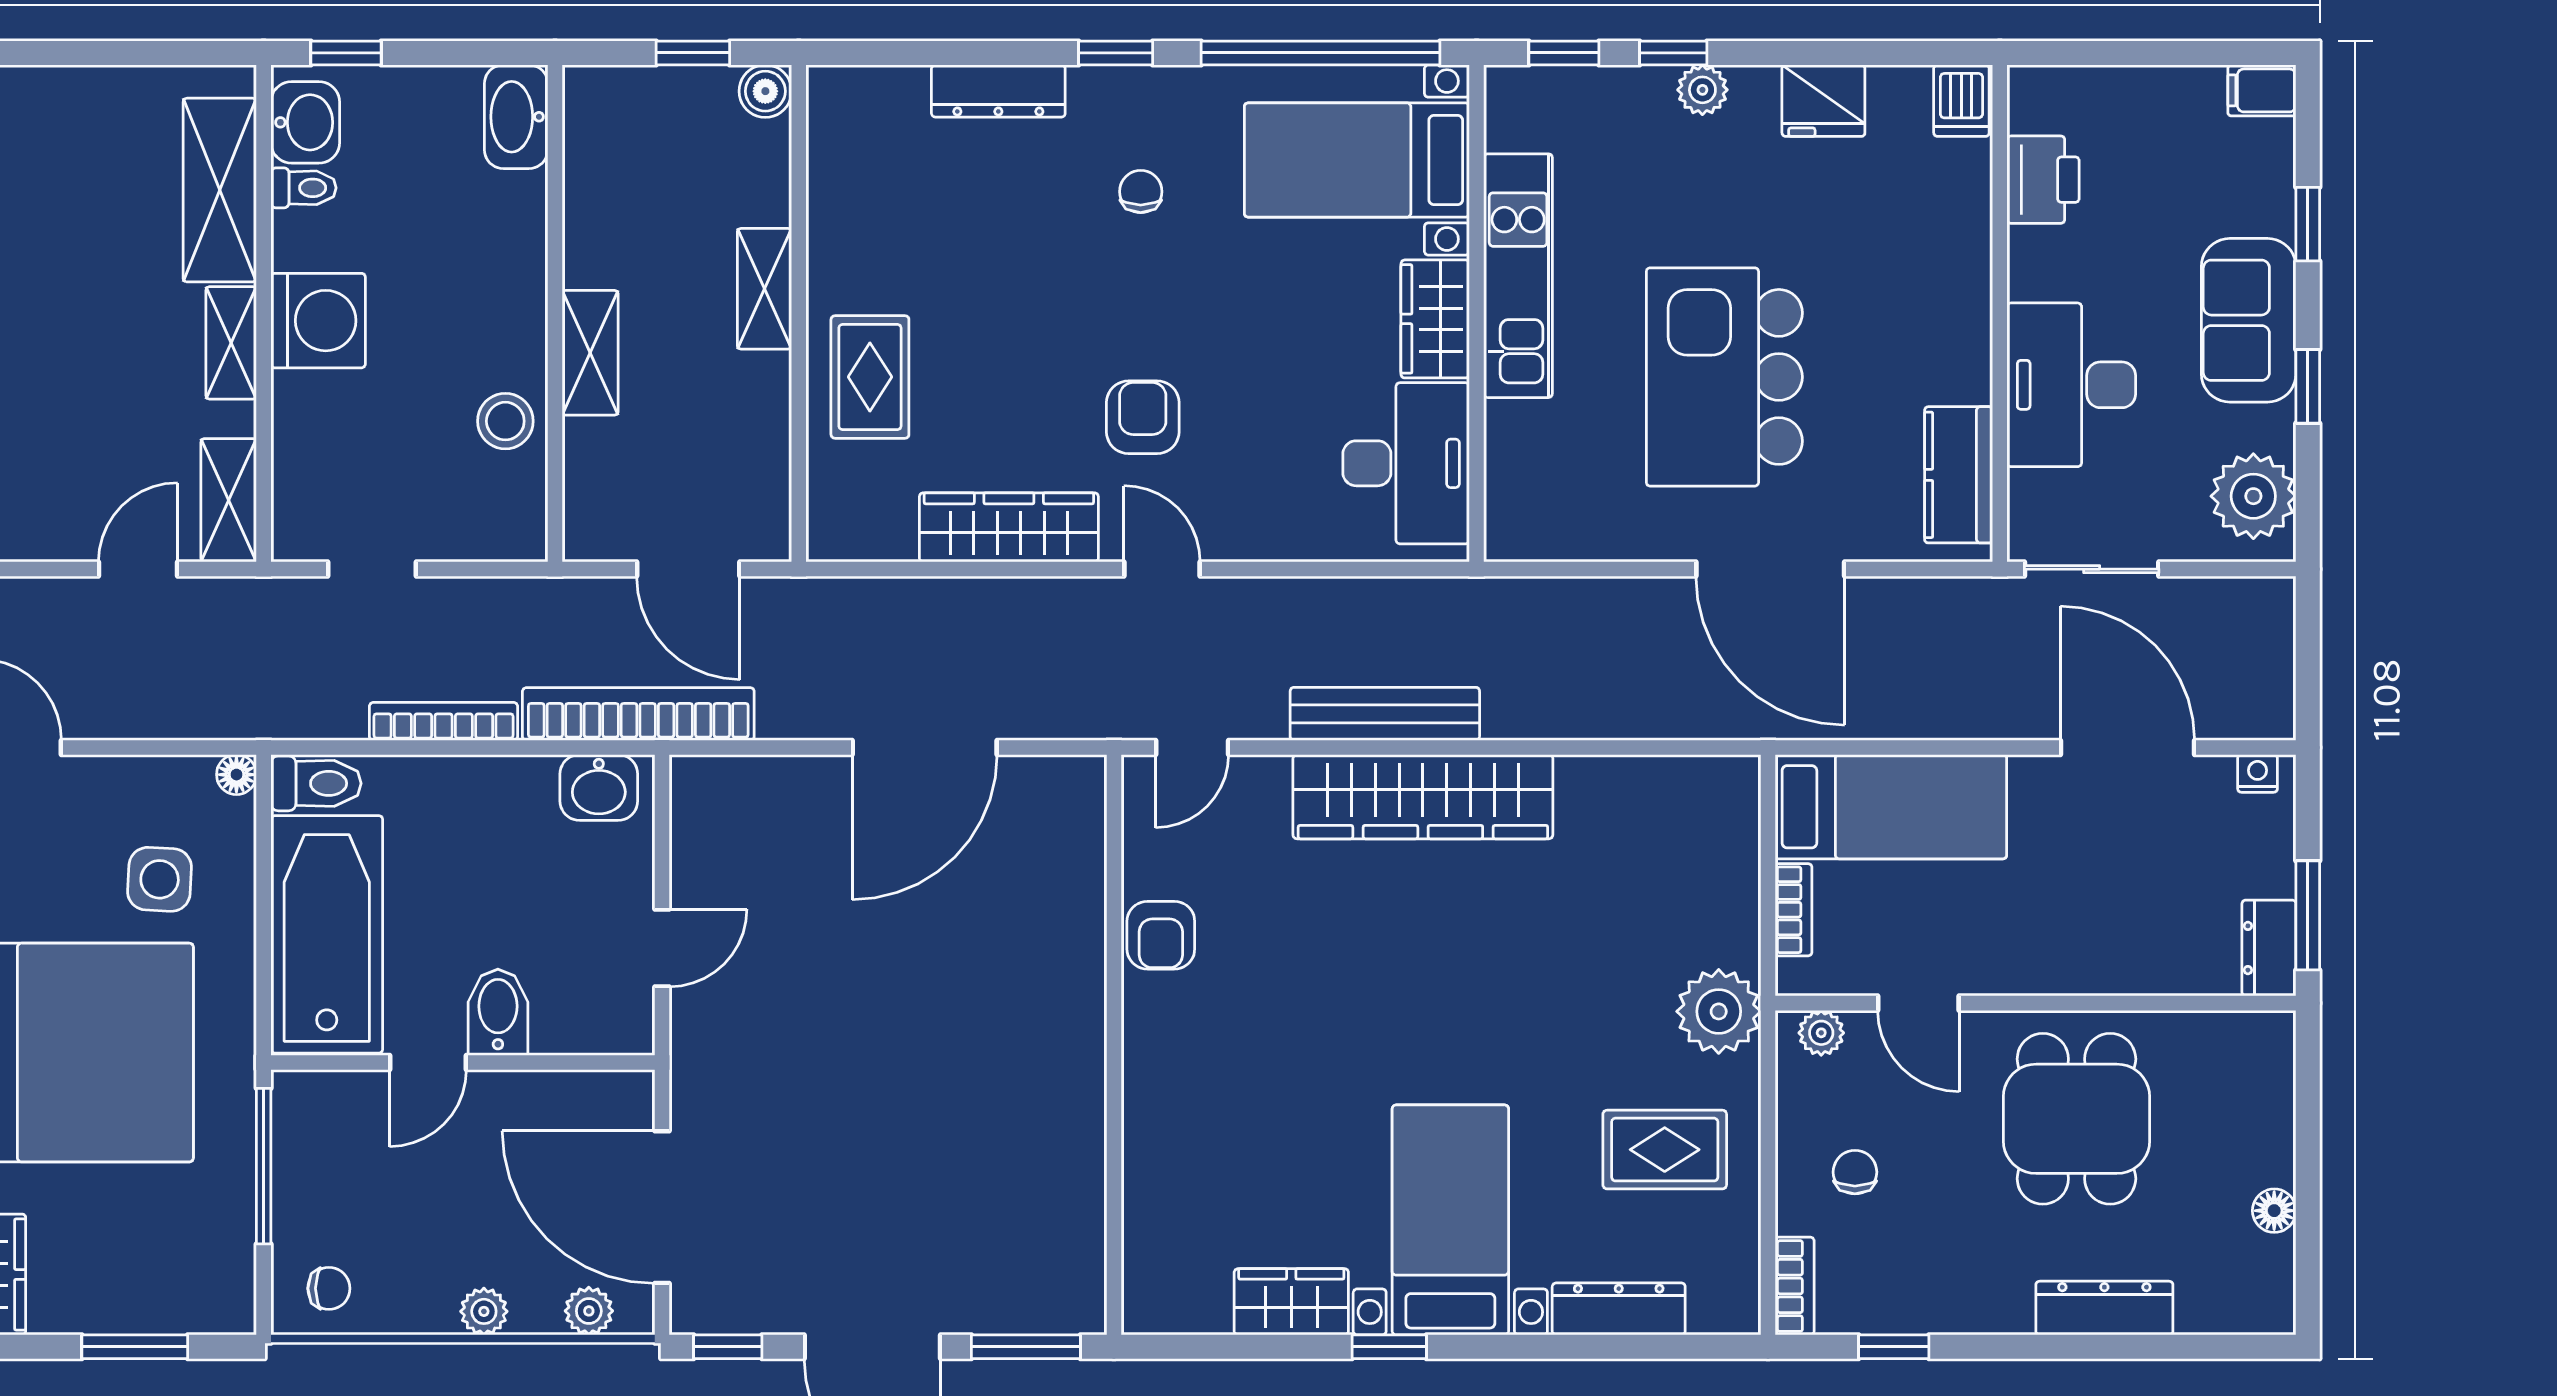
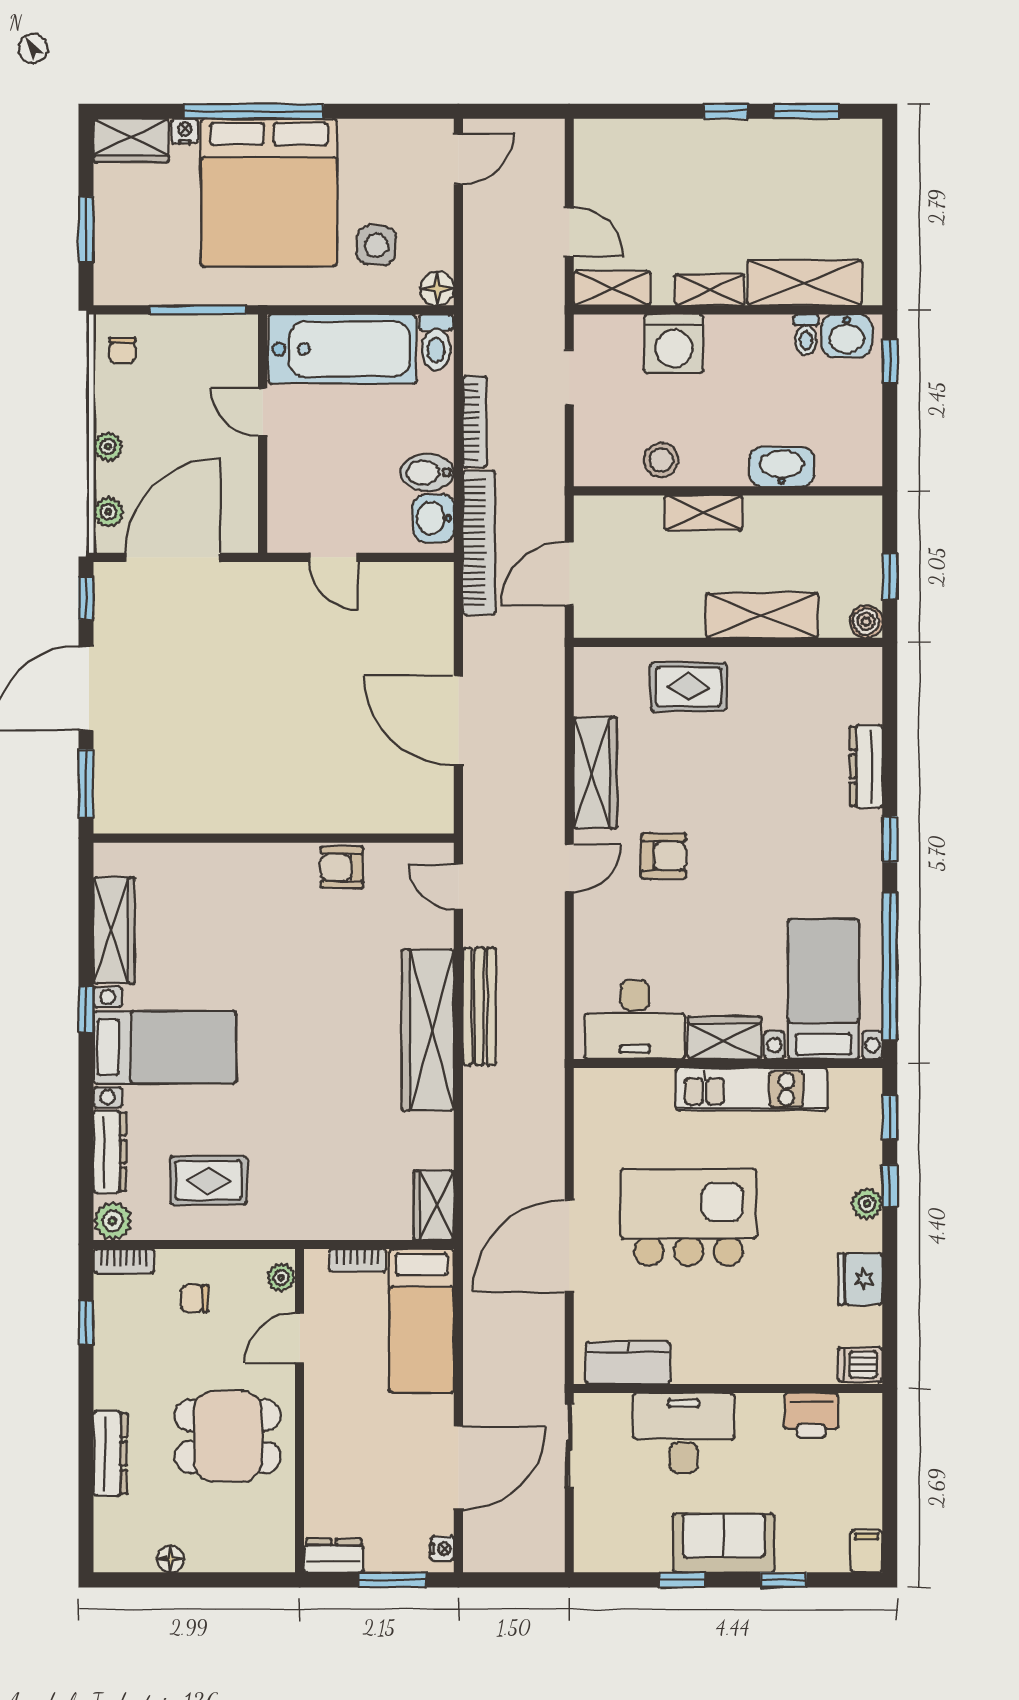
washbasin: (516, 117) -> (782, 467), moved
chair: (1141, 192) -> (804, 855), removed
shelving: (764, 289) -> (762, 615), width x1.50, depth x1.33
washing machine: (318, 321) -> (674, 344), moved
plant: (2253, 496) -> (615, 1546), removed
floor lamp: (236, 775) -> (437, 288), width x1.37, depth x1.37
wardrobe: (1705, 787) -> (434, 1205), added
window: (2308, 915) -> (392, 1580), moved
plant: (1719, 1011) -> (113, 1221), moved, width x0.73, depth x0.73
bidet: (498, 1012) -> (427, 472), moved, turned 180
rug: (1665, 1150) -> (209, 1180), turned 90
chair: (1855, 1172) -> (195, 1299), turned 180
wardrobe: (1291, 1302) -> (114, 931), width x1.50

